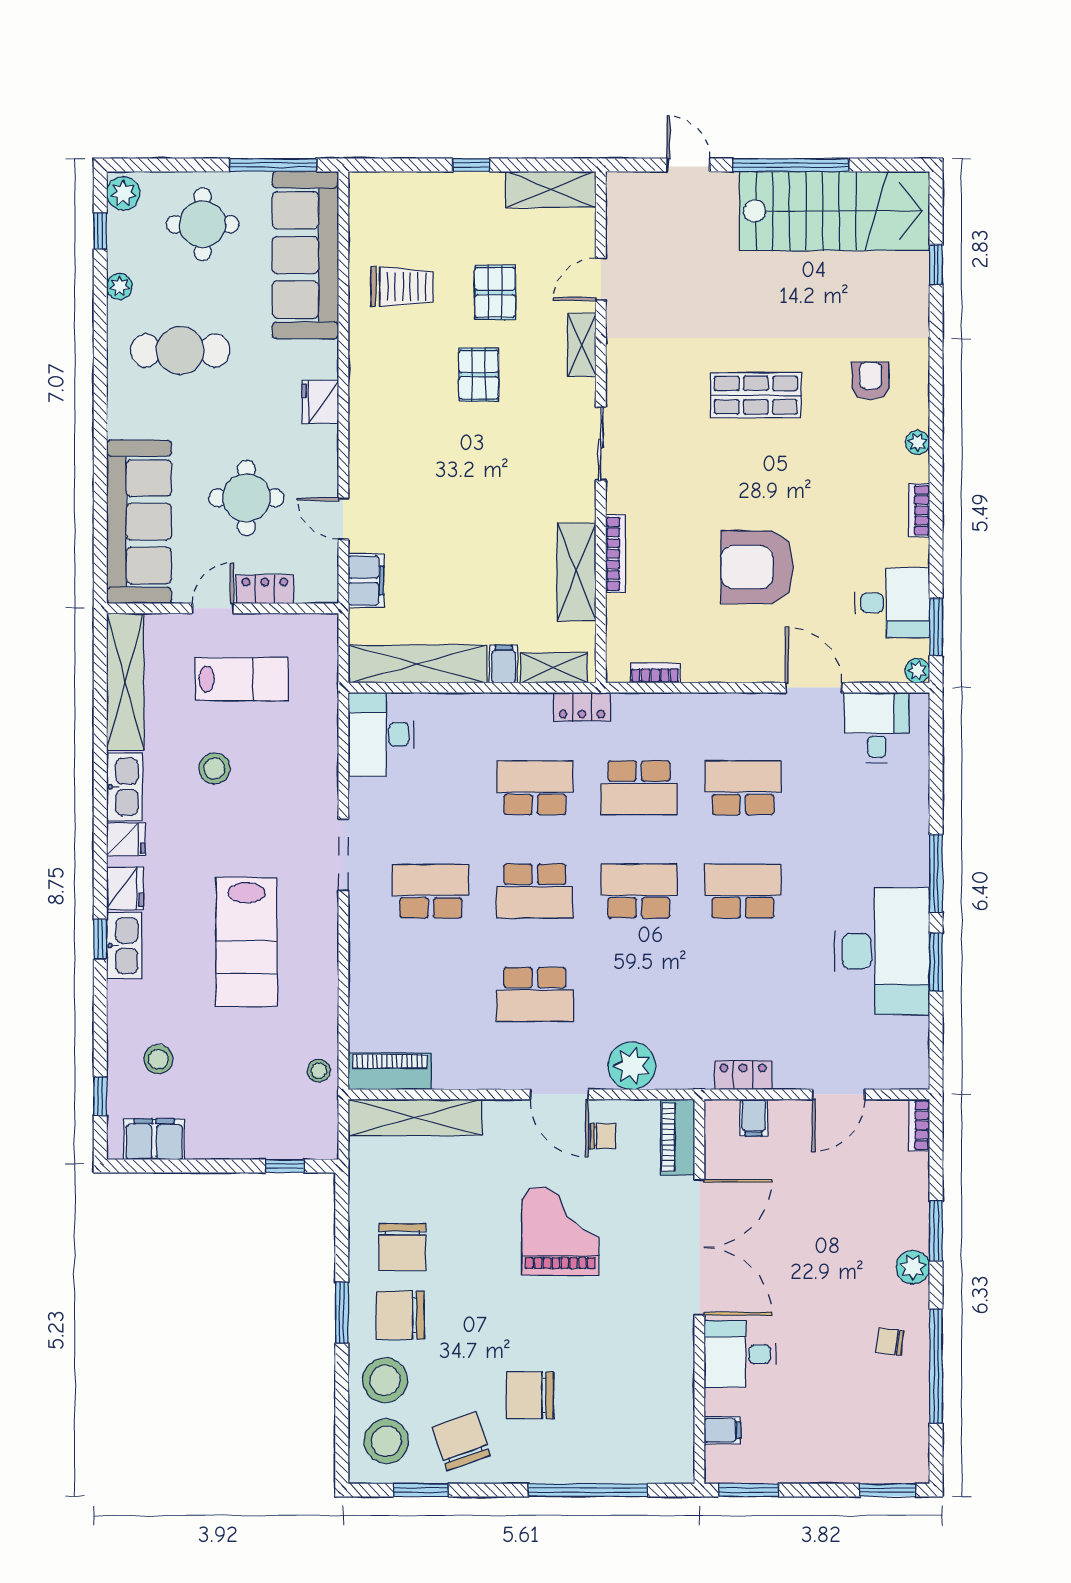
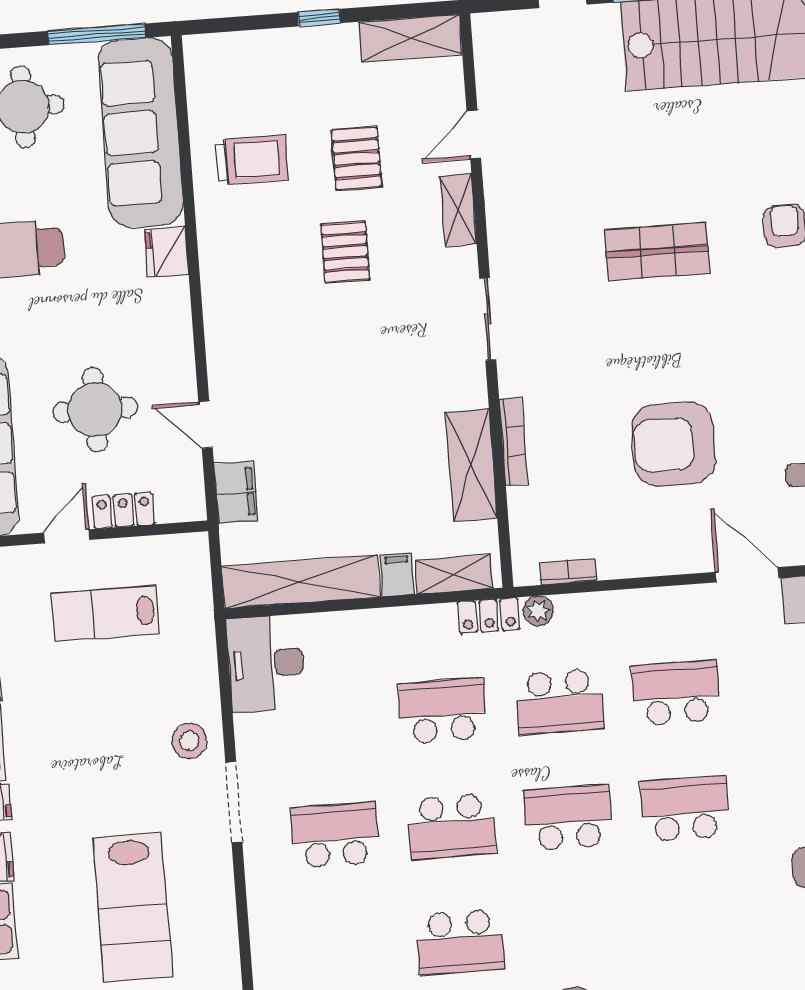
fridge: (320, 402) -> (166, 252), moved
lab bench: (242, 679) -> (105, 613), turned 180
plant: (626, 706) -> (538, 611), added
stool: (214, 768) -> (189, 741), moved

